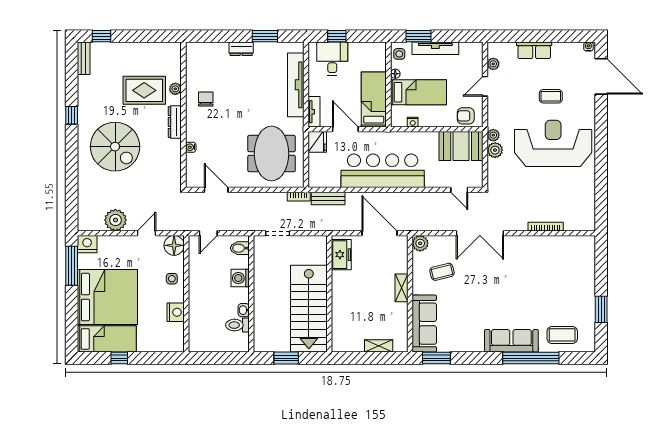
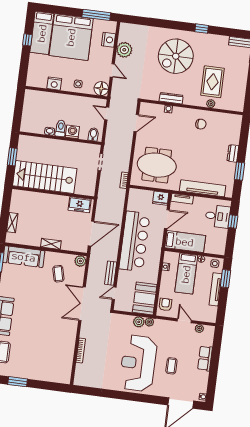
dresser: (175, 122) -> (171, 98), moved
reception desk: (553, 143) -> (138, 363), turned 180
bench: (328, 198) -> (111, 273), moved
nightstand: (87, 244) -> (109, 40), moved
toilet: (237, 325) -> (61, 128), moved

